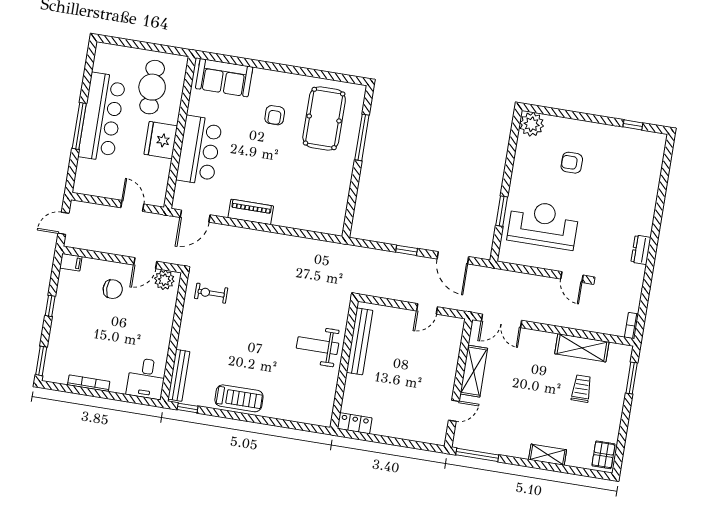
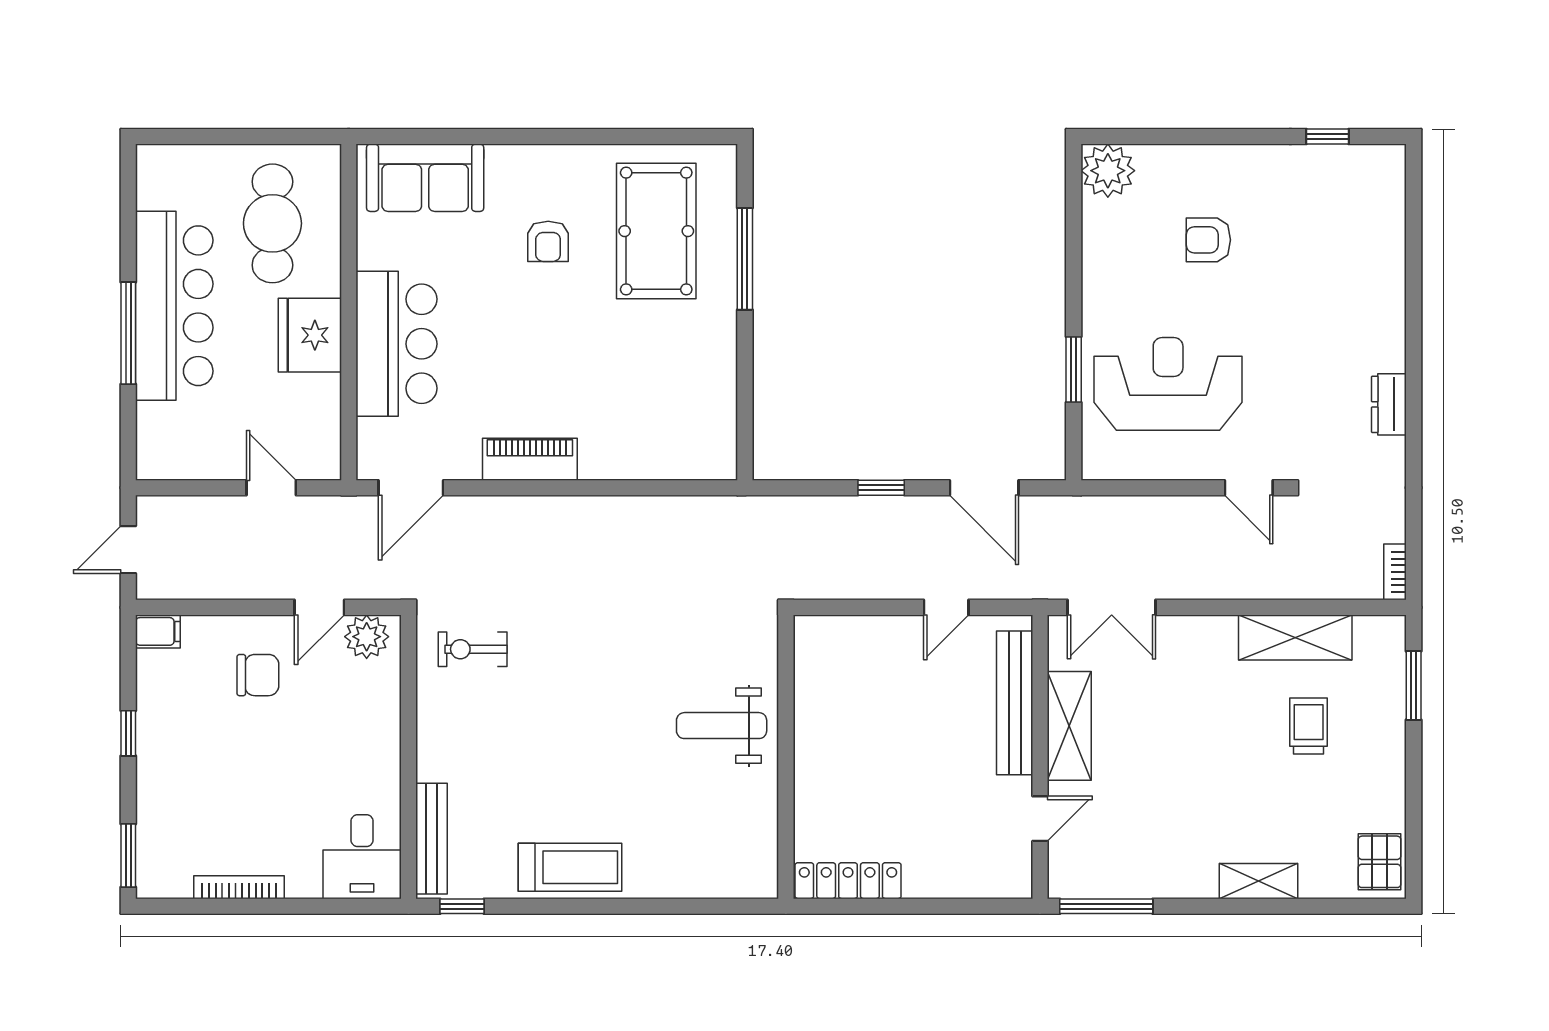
bench: (360, 341) -> (1015, 703), moved
locker: (355, 423) -> (848, 881), width x1.53

